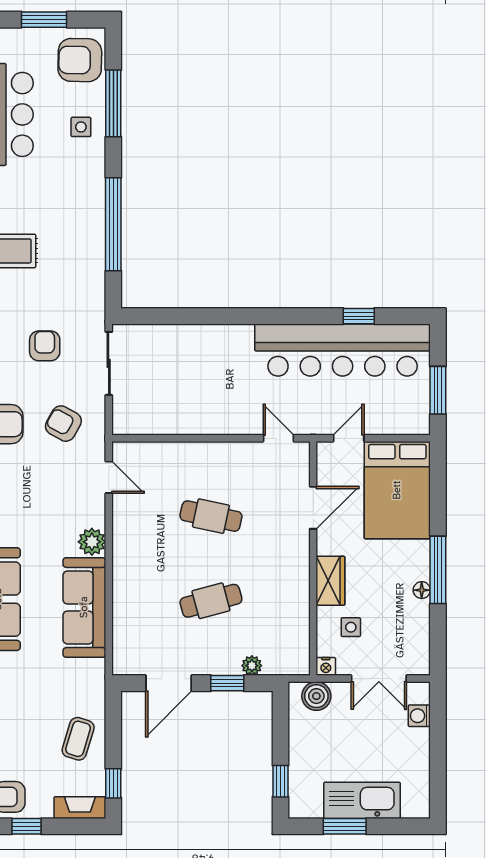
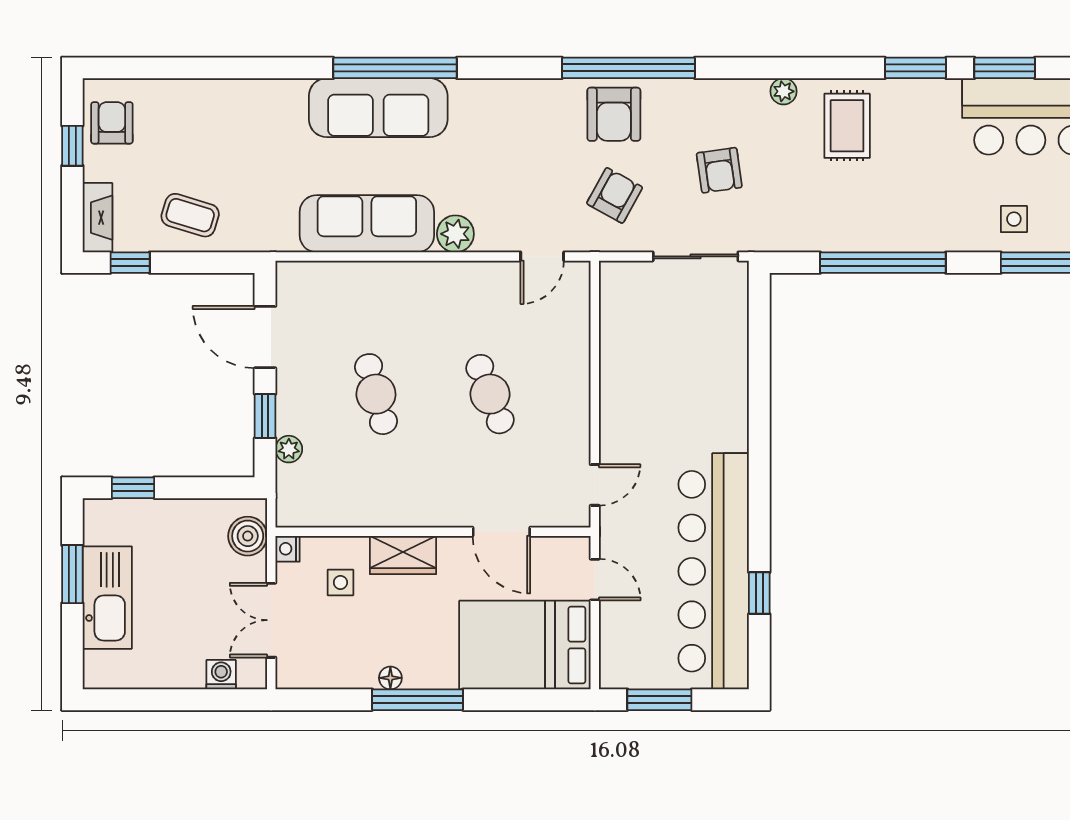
armchair: (45, 346) -> (719, 170), turned 82
cafe table: (211, 516) -> (490, 394), turned -33

